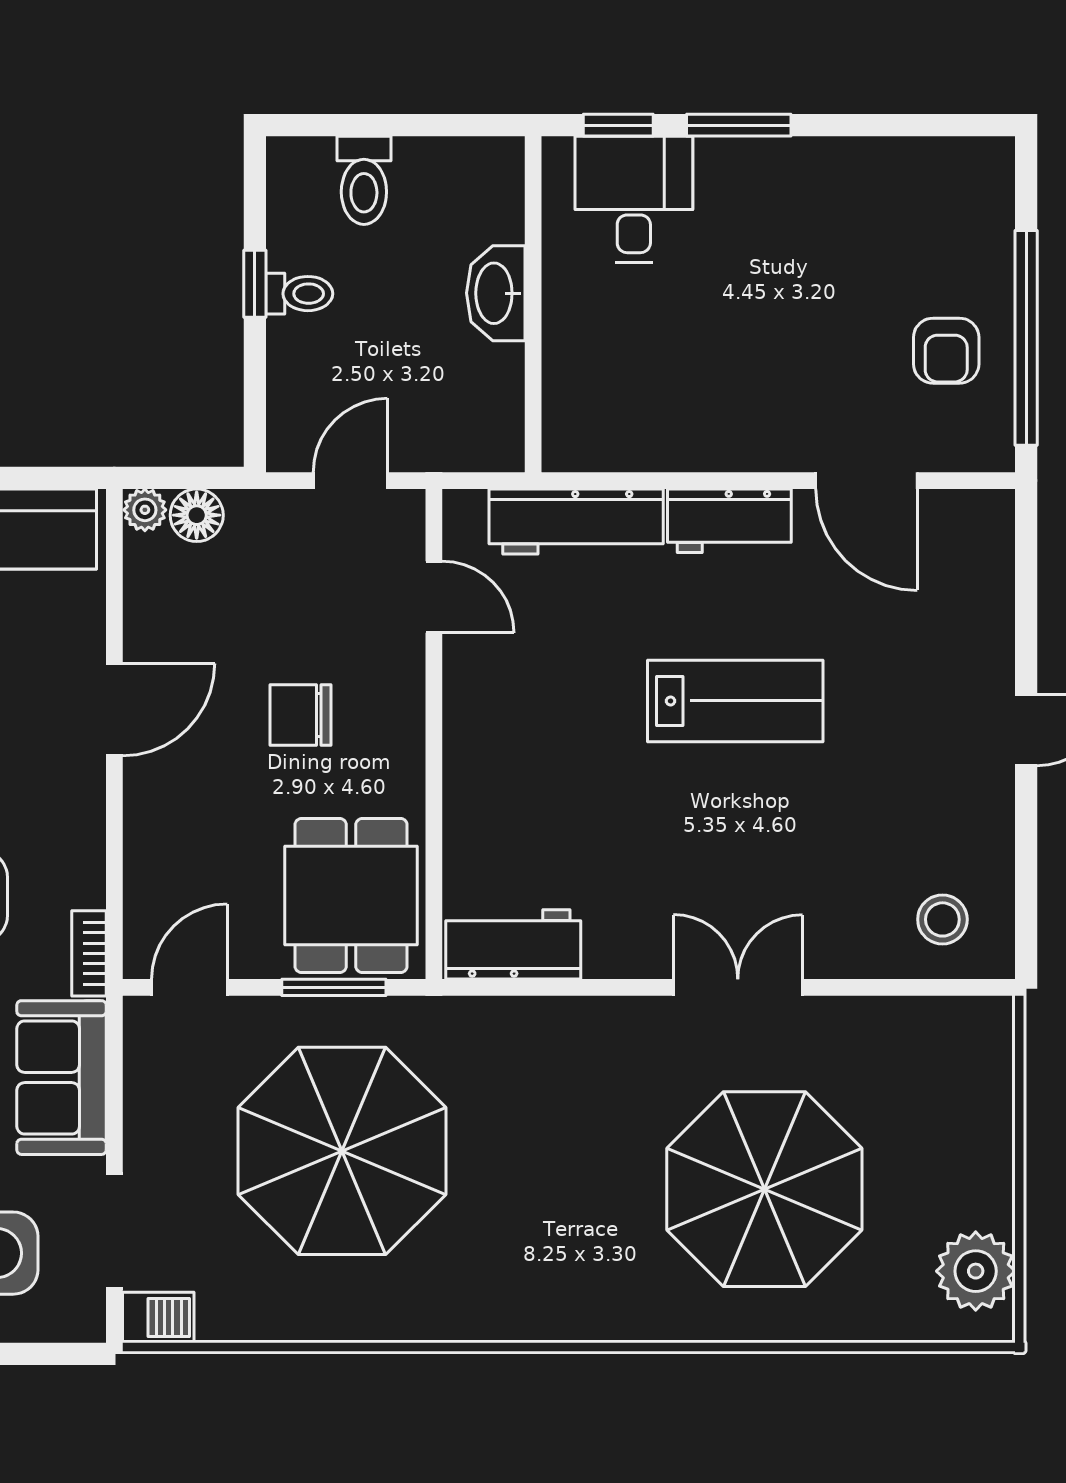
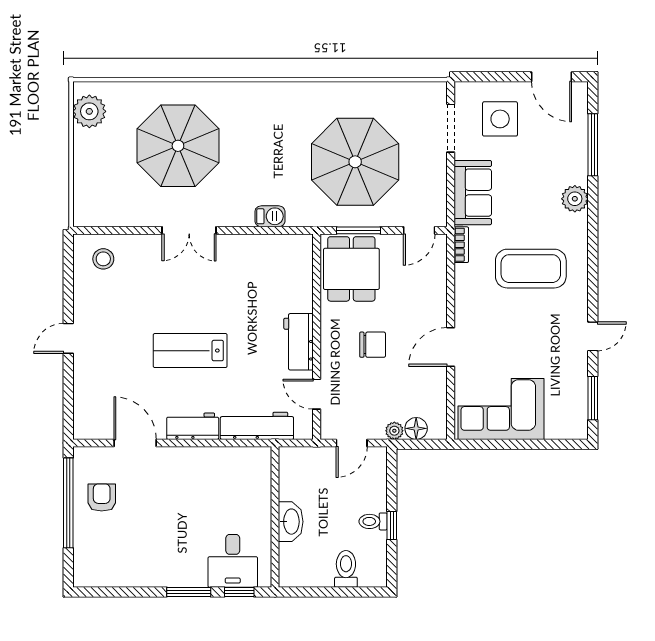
plant: (145, 510) -> (394, 431), moved
workbench: (513, 944) -> (299, 342), moved, turned 90
barbecue: (158, 1318) -> (270, 216), moved, turned 180

